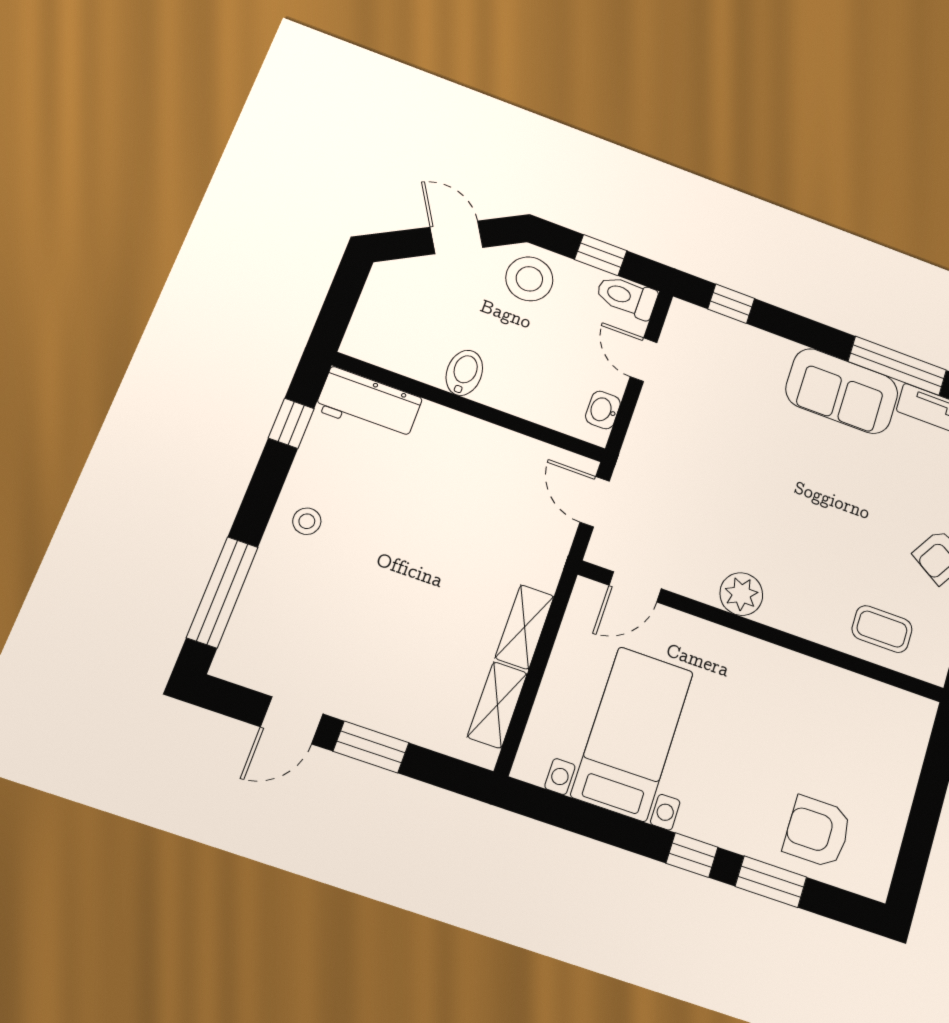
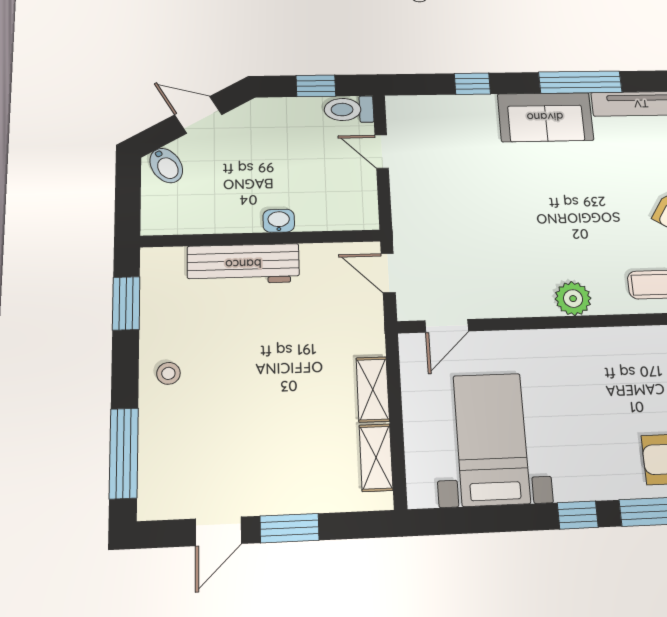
stool: (529, 279) -> (268, 124), removed
window: (731, 304) -> (472, 84), moved
bidet: (464, 373) -> (166, 166), moved, turned 150
workbench: (369, 404) -> (243, 264), moved, width x1.38
washbasin: (603, 410) -> (279, 221), moved, turned 90
window: (291, 423) -> (126, 303), width x1.50
plant: (741, 594) -> (573, 299), moved

